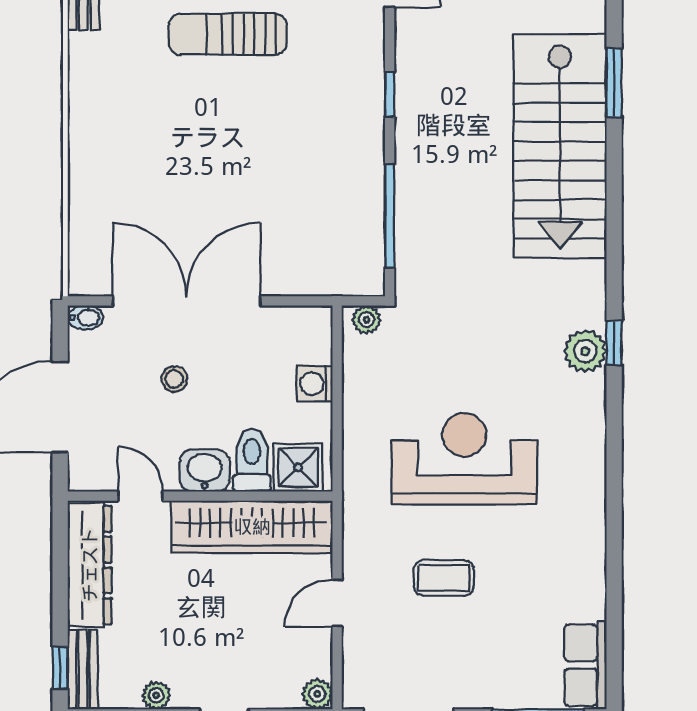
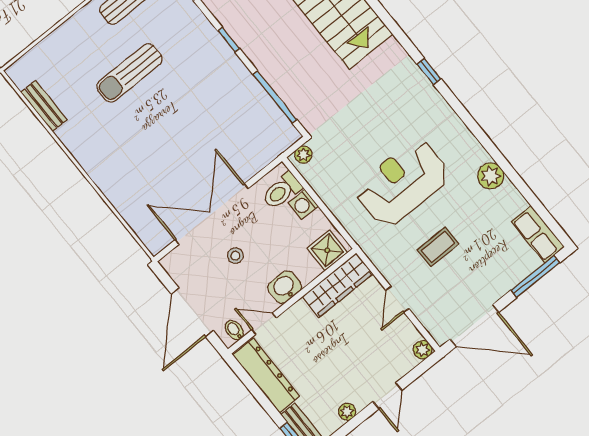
bidet: (86, 318) -> (234, 330), moved, turned -90
plant: (585, 351) -> (491, 176), moved
toilet: (252, 460) -> (282, 191), moved, turned -90
wardrobe: (252, 527) -> (338, 285), width x0.71, depth x0.85

